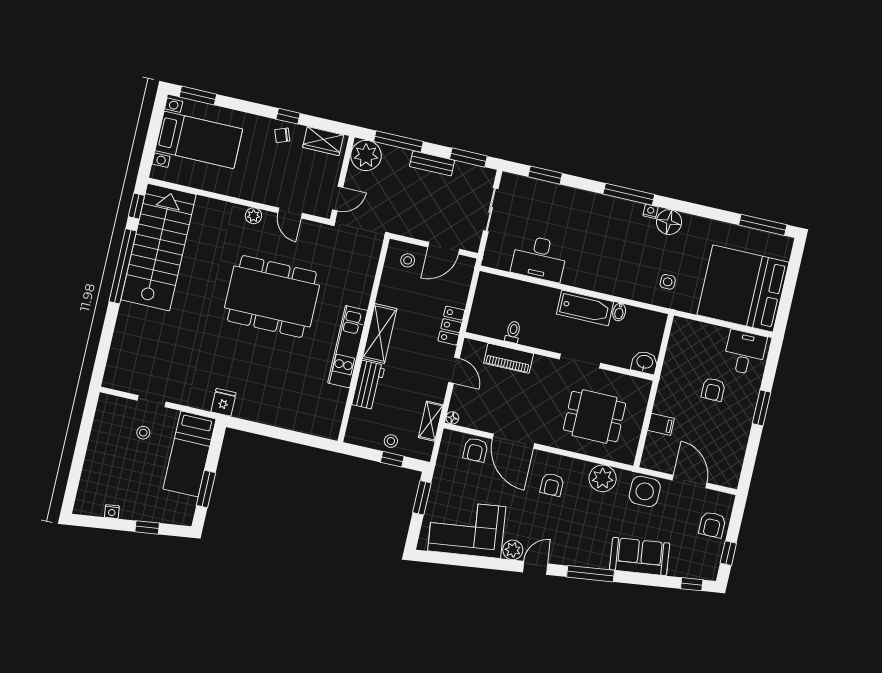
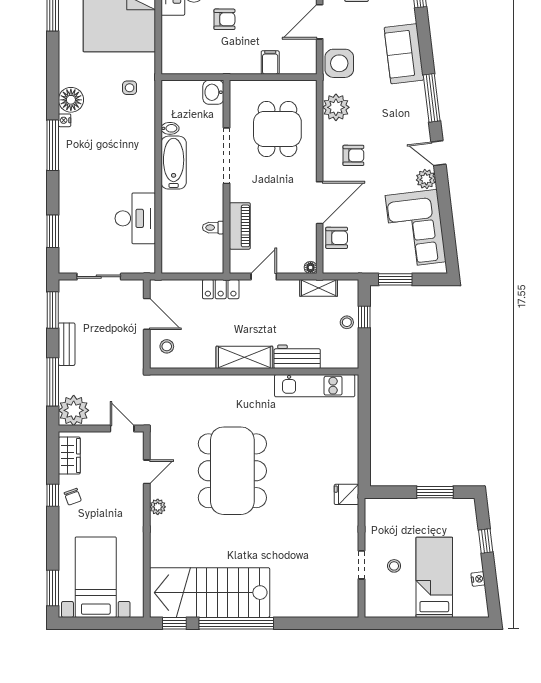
kitchen unit: (348, 347) -> (315, 386), moved
doorway: (580, 361) -> (227, 156), width x1.36
bed: (190, 454) -> (434, 577), moved, turned -90

